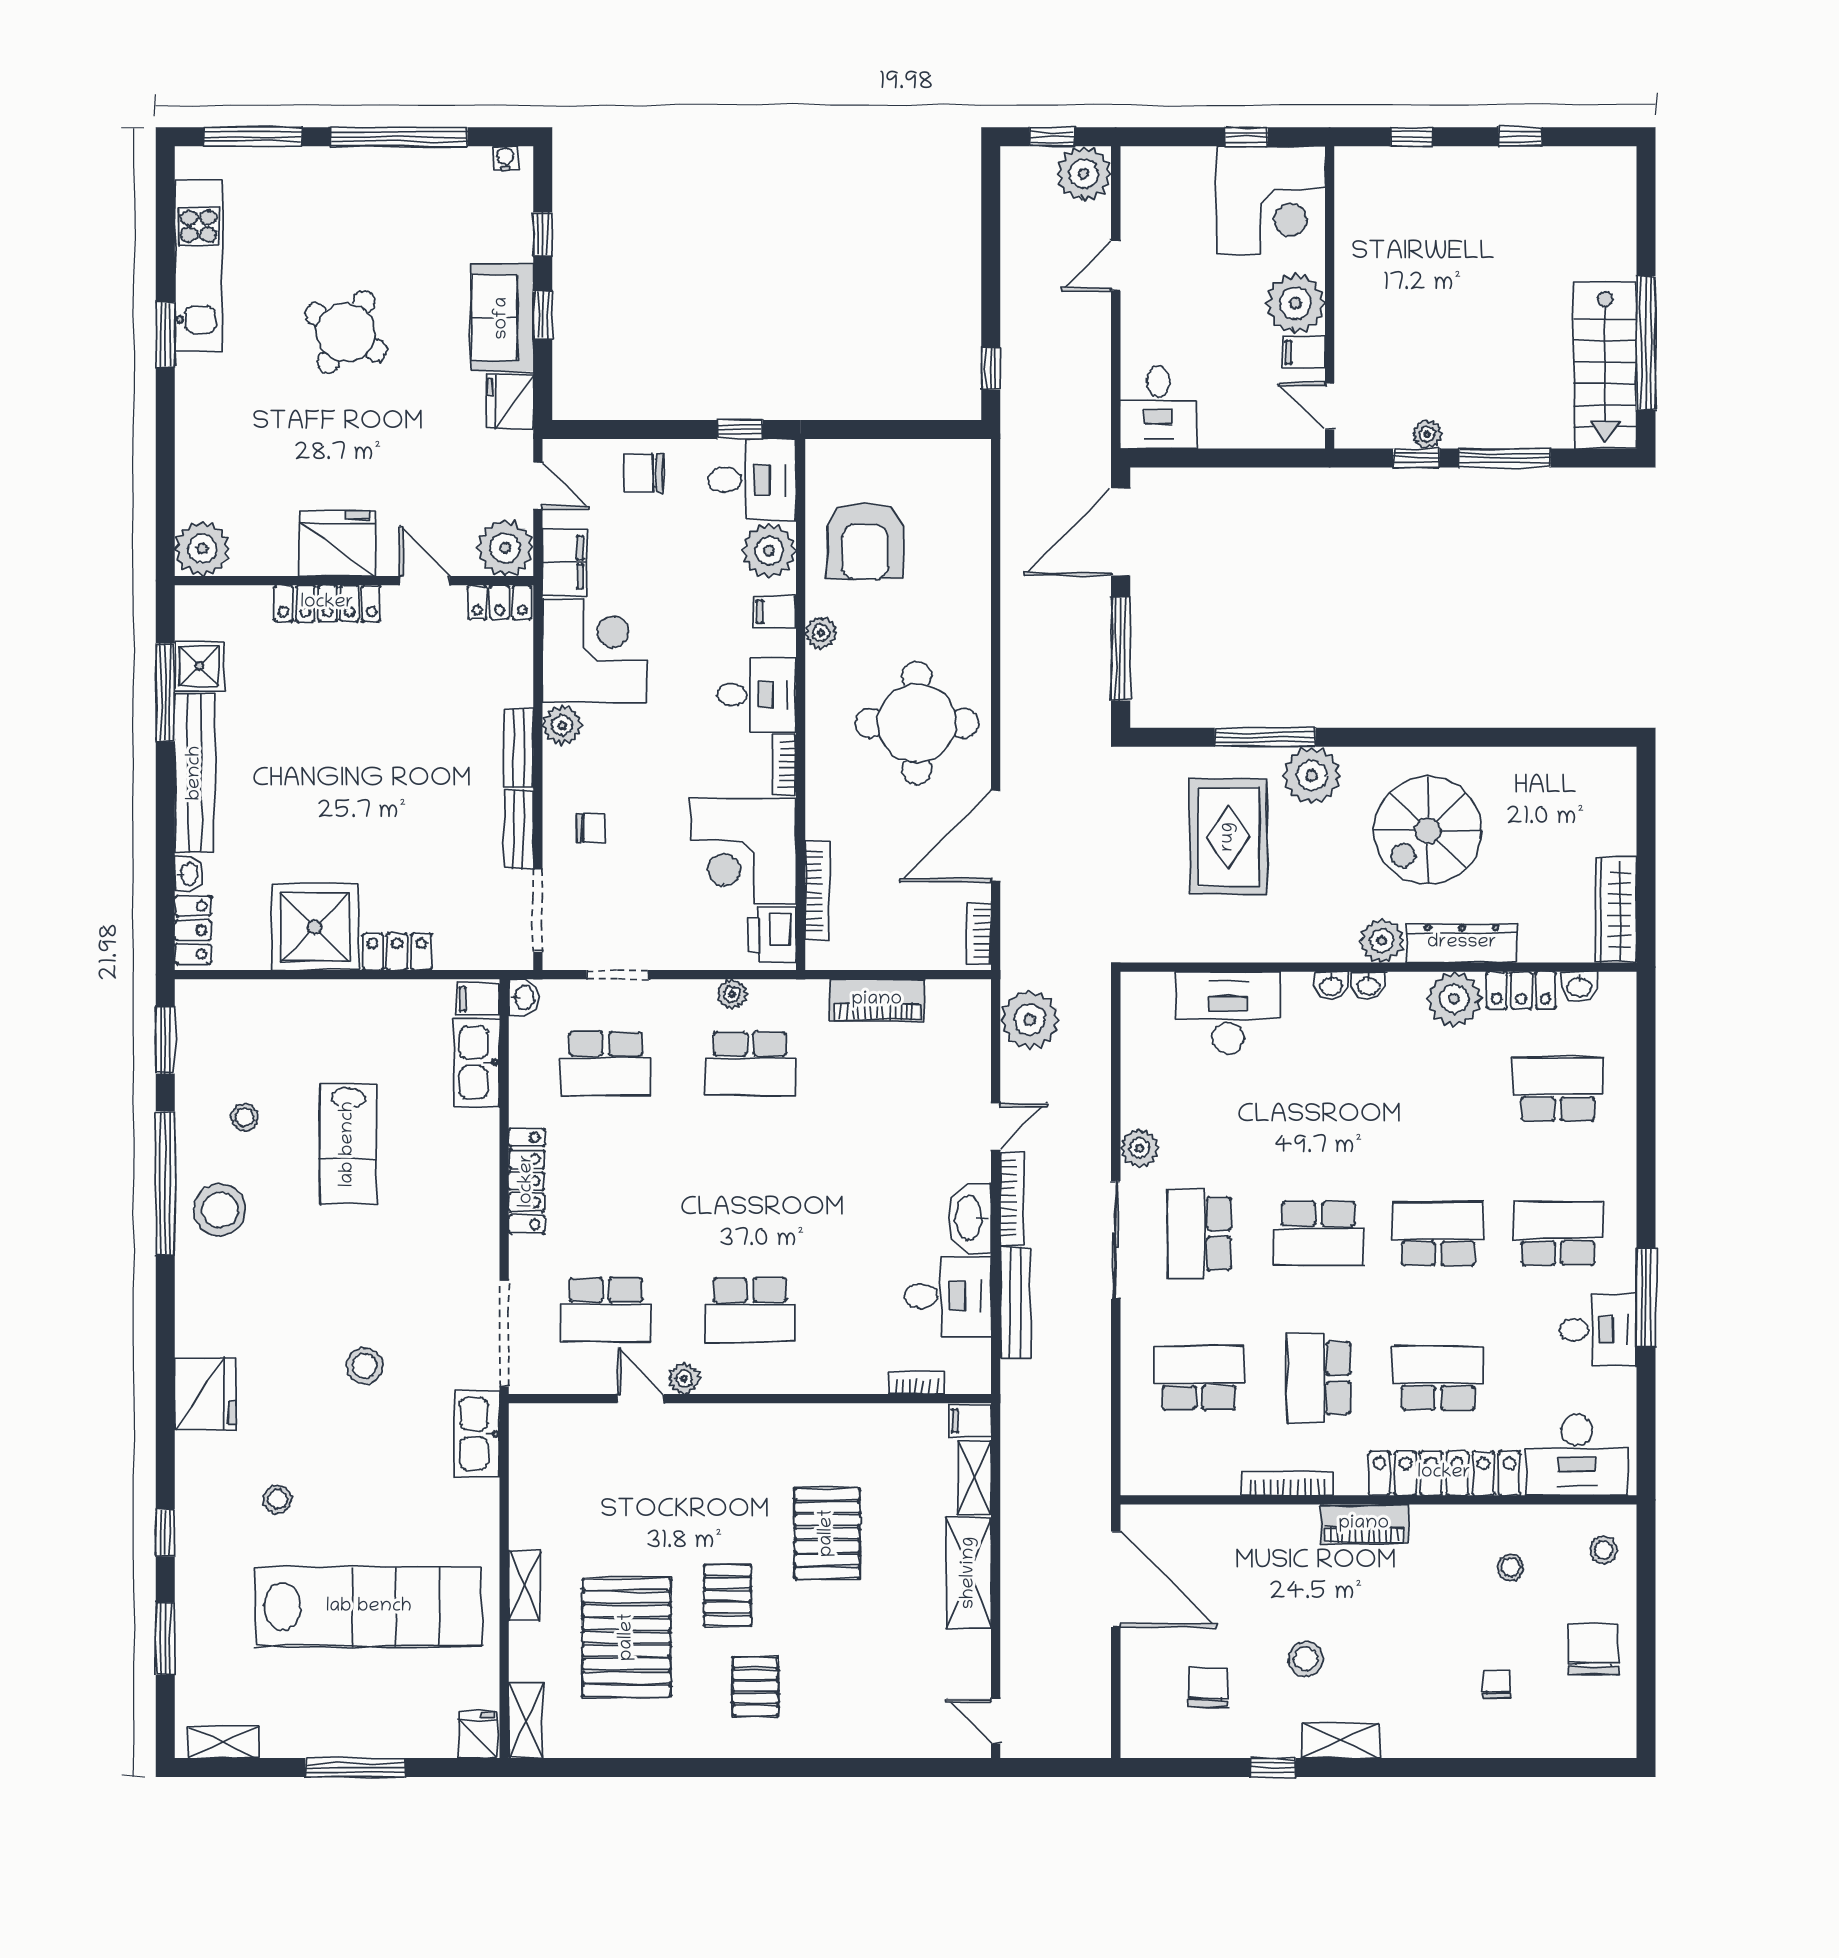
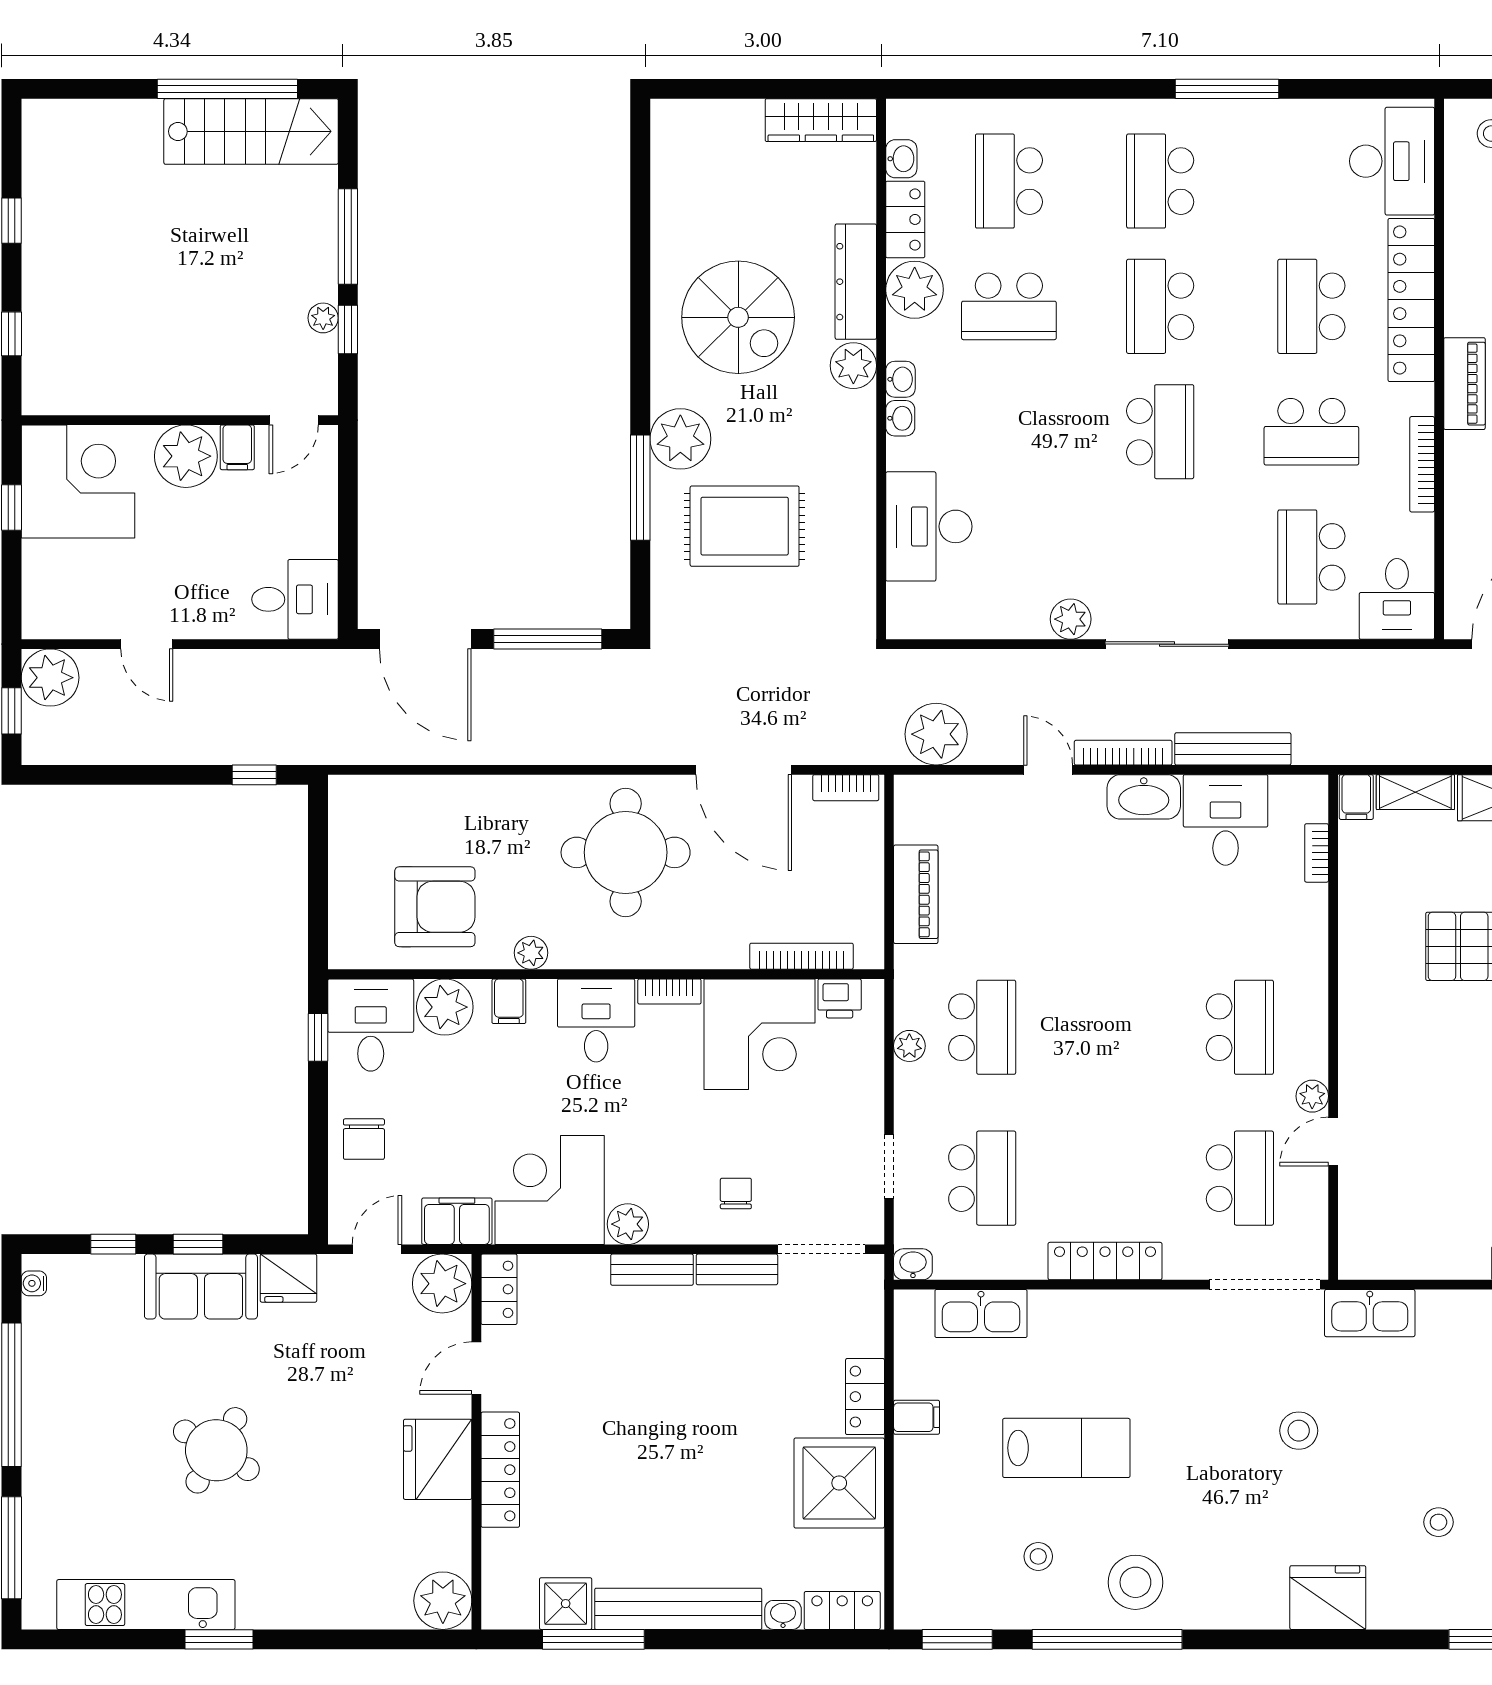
printer: (773, 935) -> (840, 998), width x0.73, depth x0.81
filing cabinet: (478, 999) -> (917, 1417), moved, turned -90
school desk: (1199, 1234) -> (1009, 306), moved
desk: (1598, 1330) -> (1397, 599), moved, turned 180

